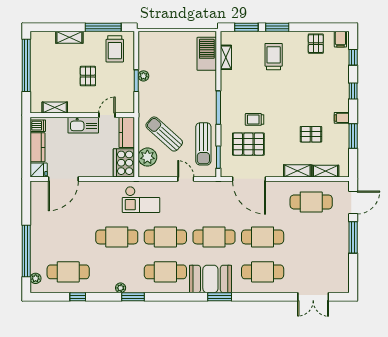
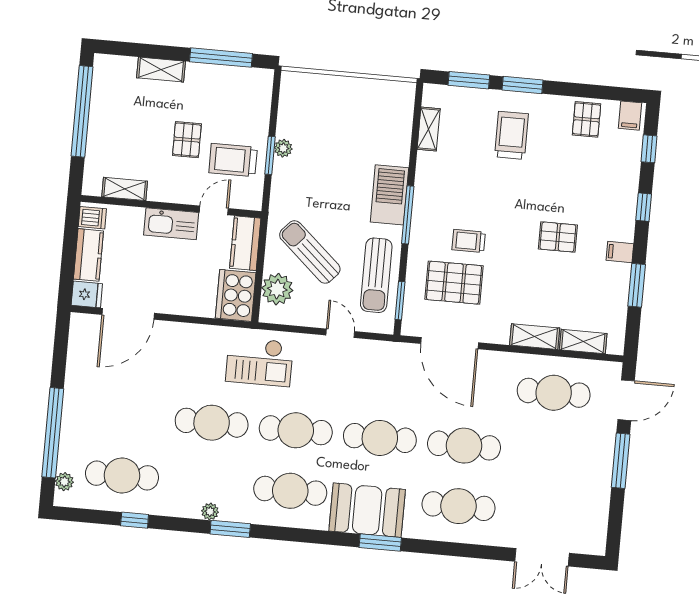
trolley: (115, 49) -> (233, 160), moved, turned 90
barbecue: (207, 54) -> (389, 195), moved
pallet: (311, 134) -> (558, 237), moved

